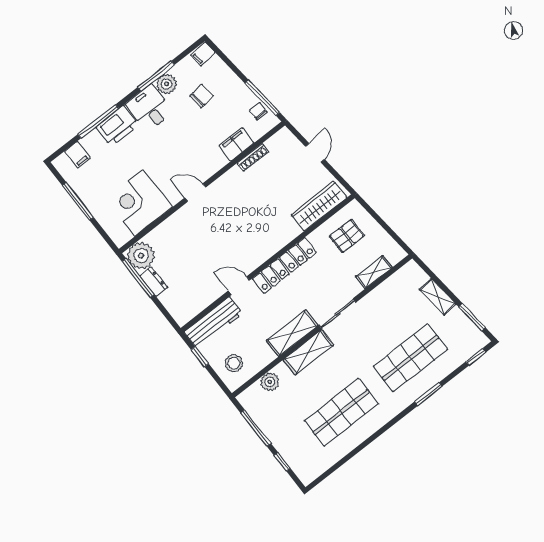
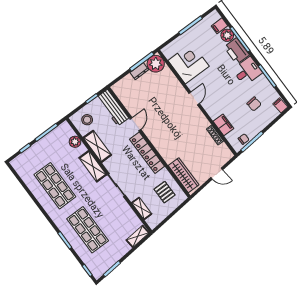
plant: (167, 84) -> (227, 35), moved
shelving: (438, 297) -> (138, 236), moved
shelving: (292, 333) -> (97, 146), moved

